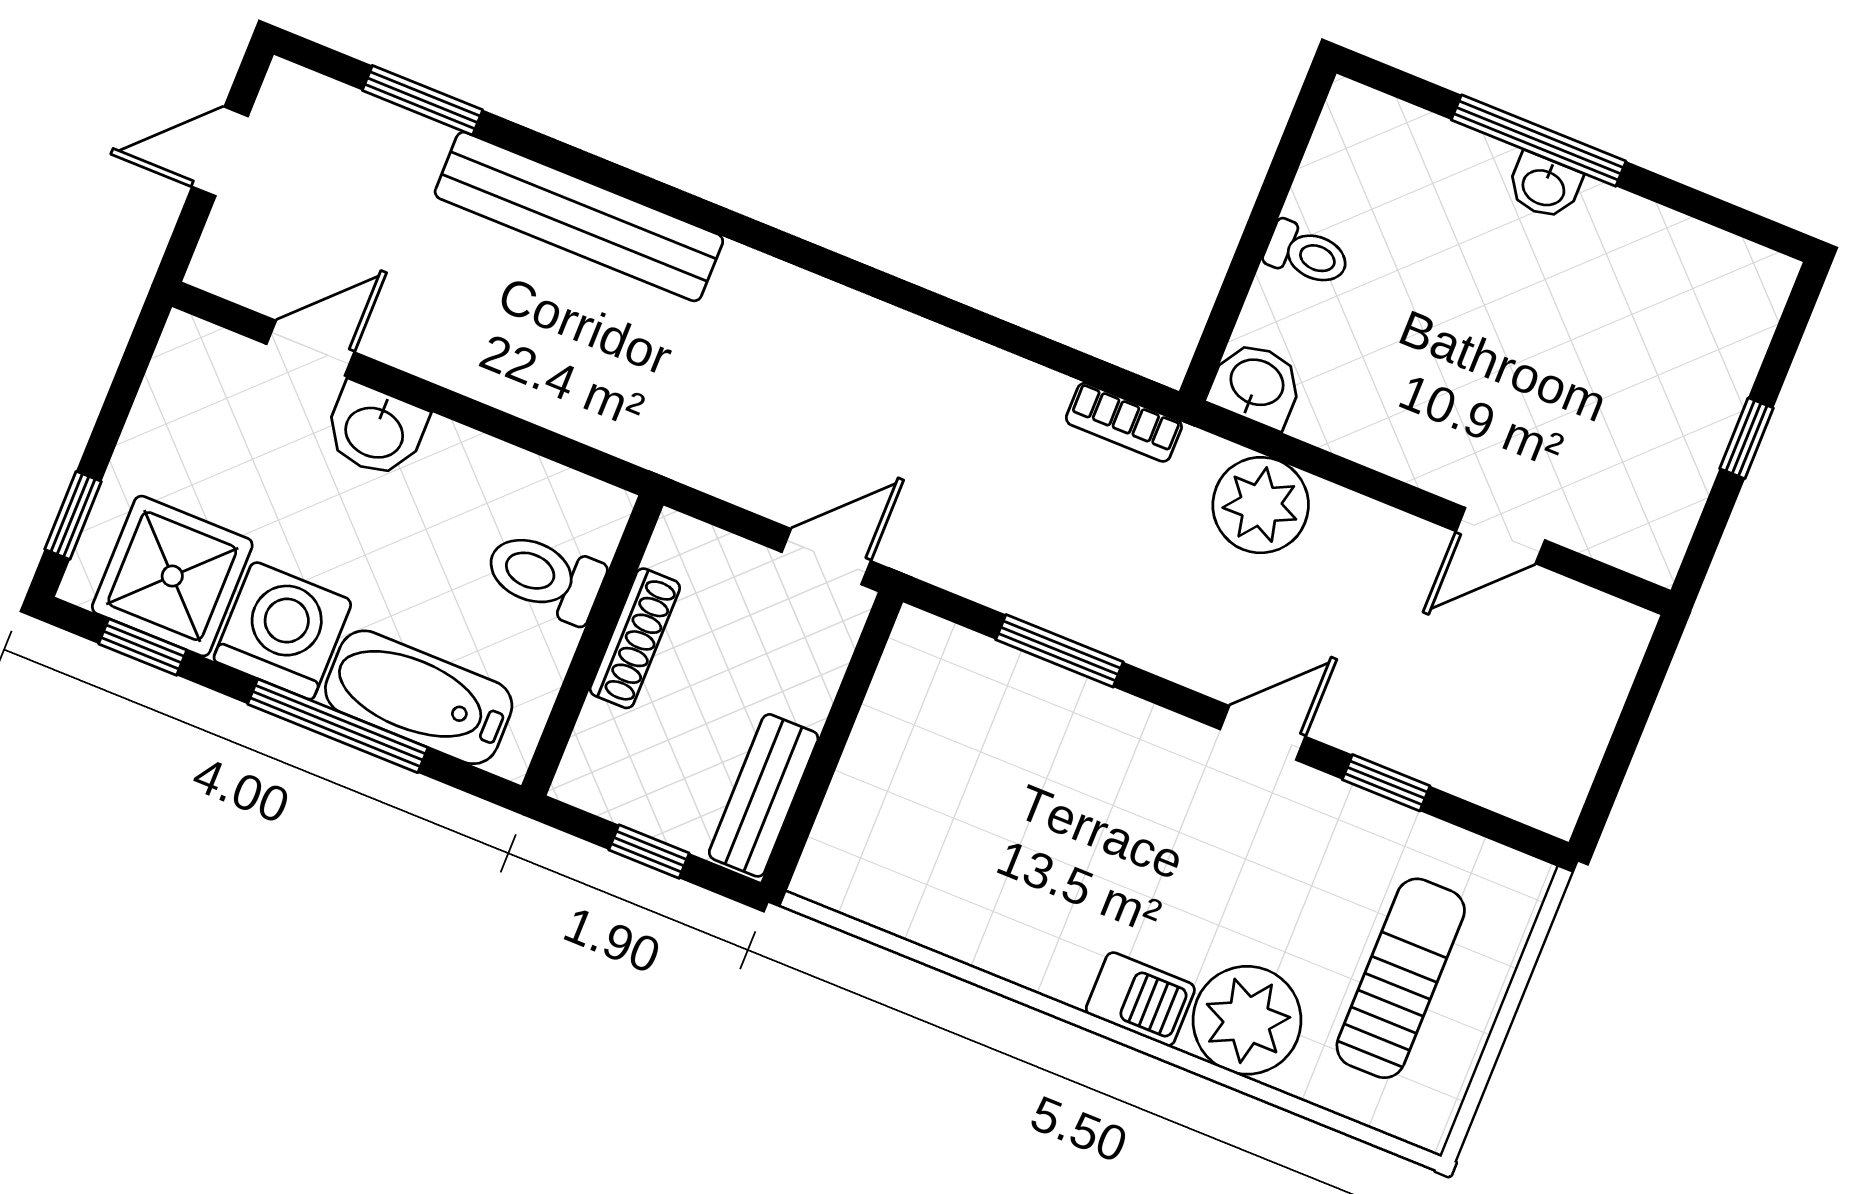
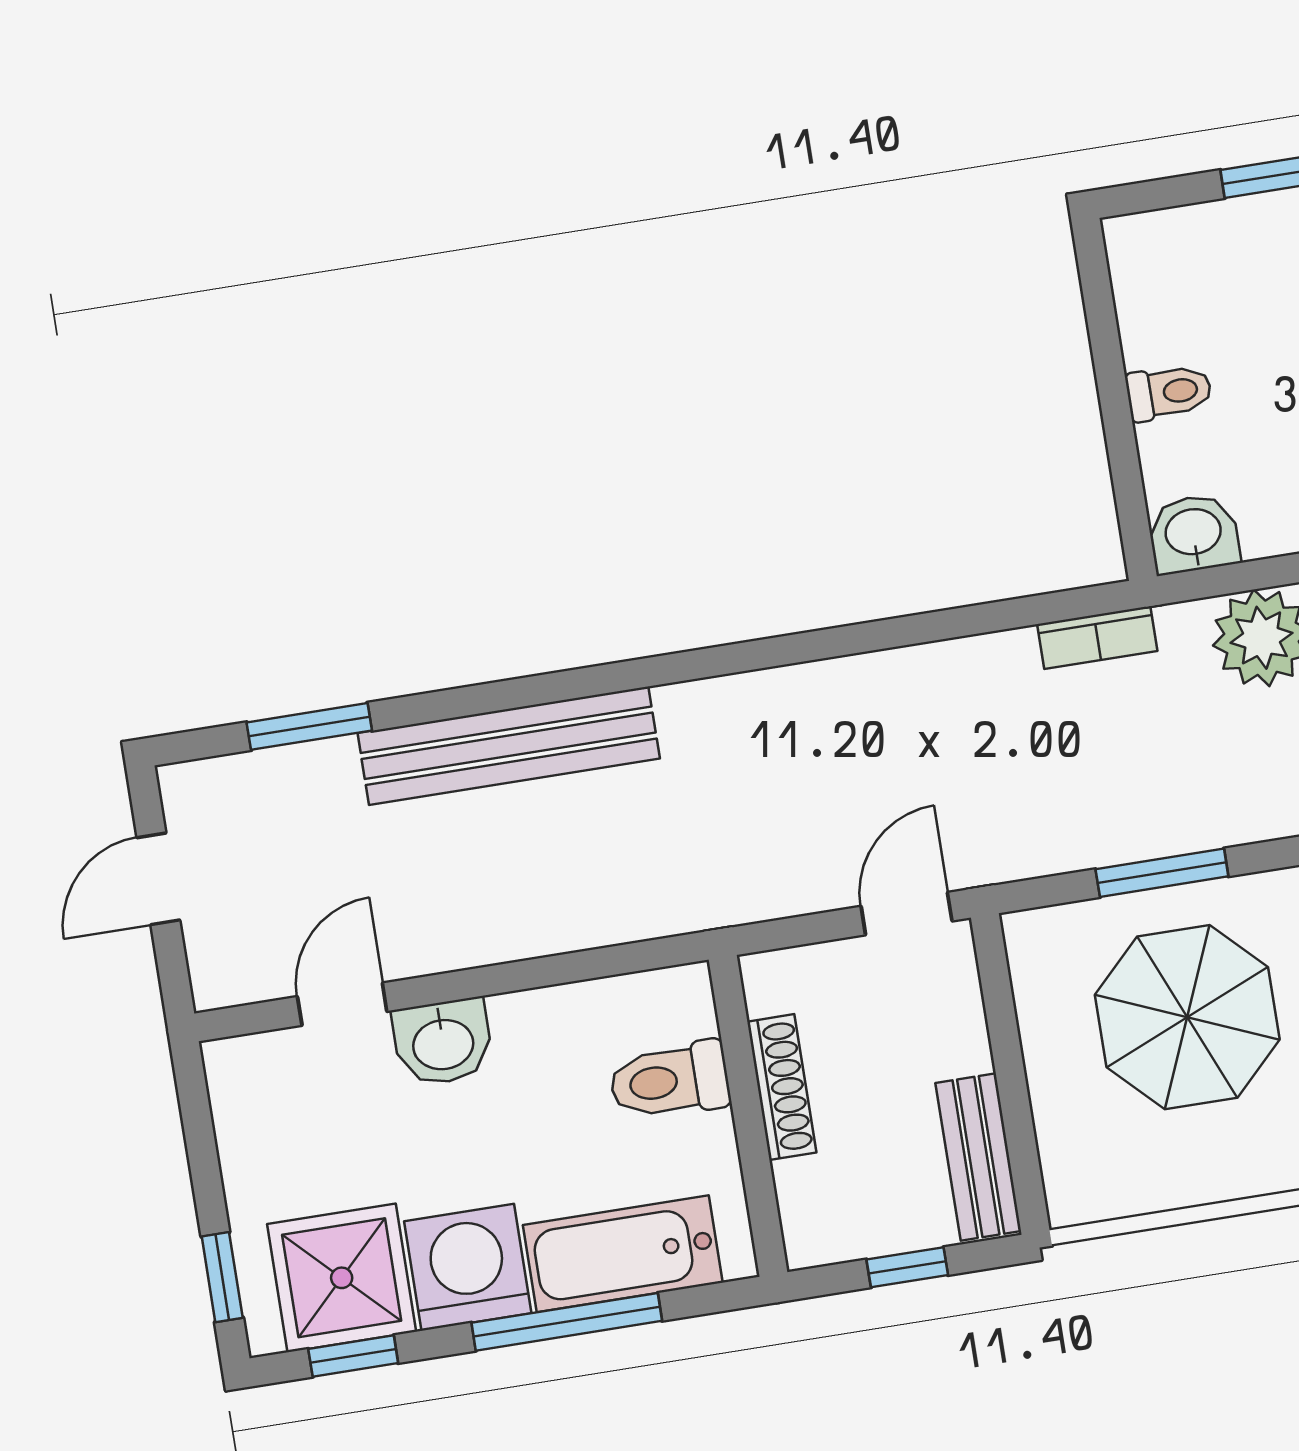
parasol: (1008, 784) -> (1187, 1017), added

